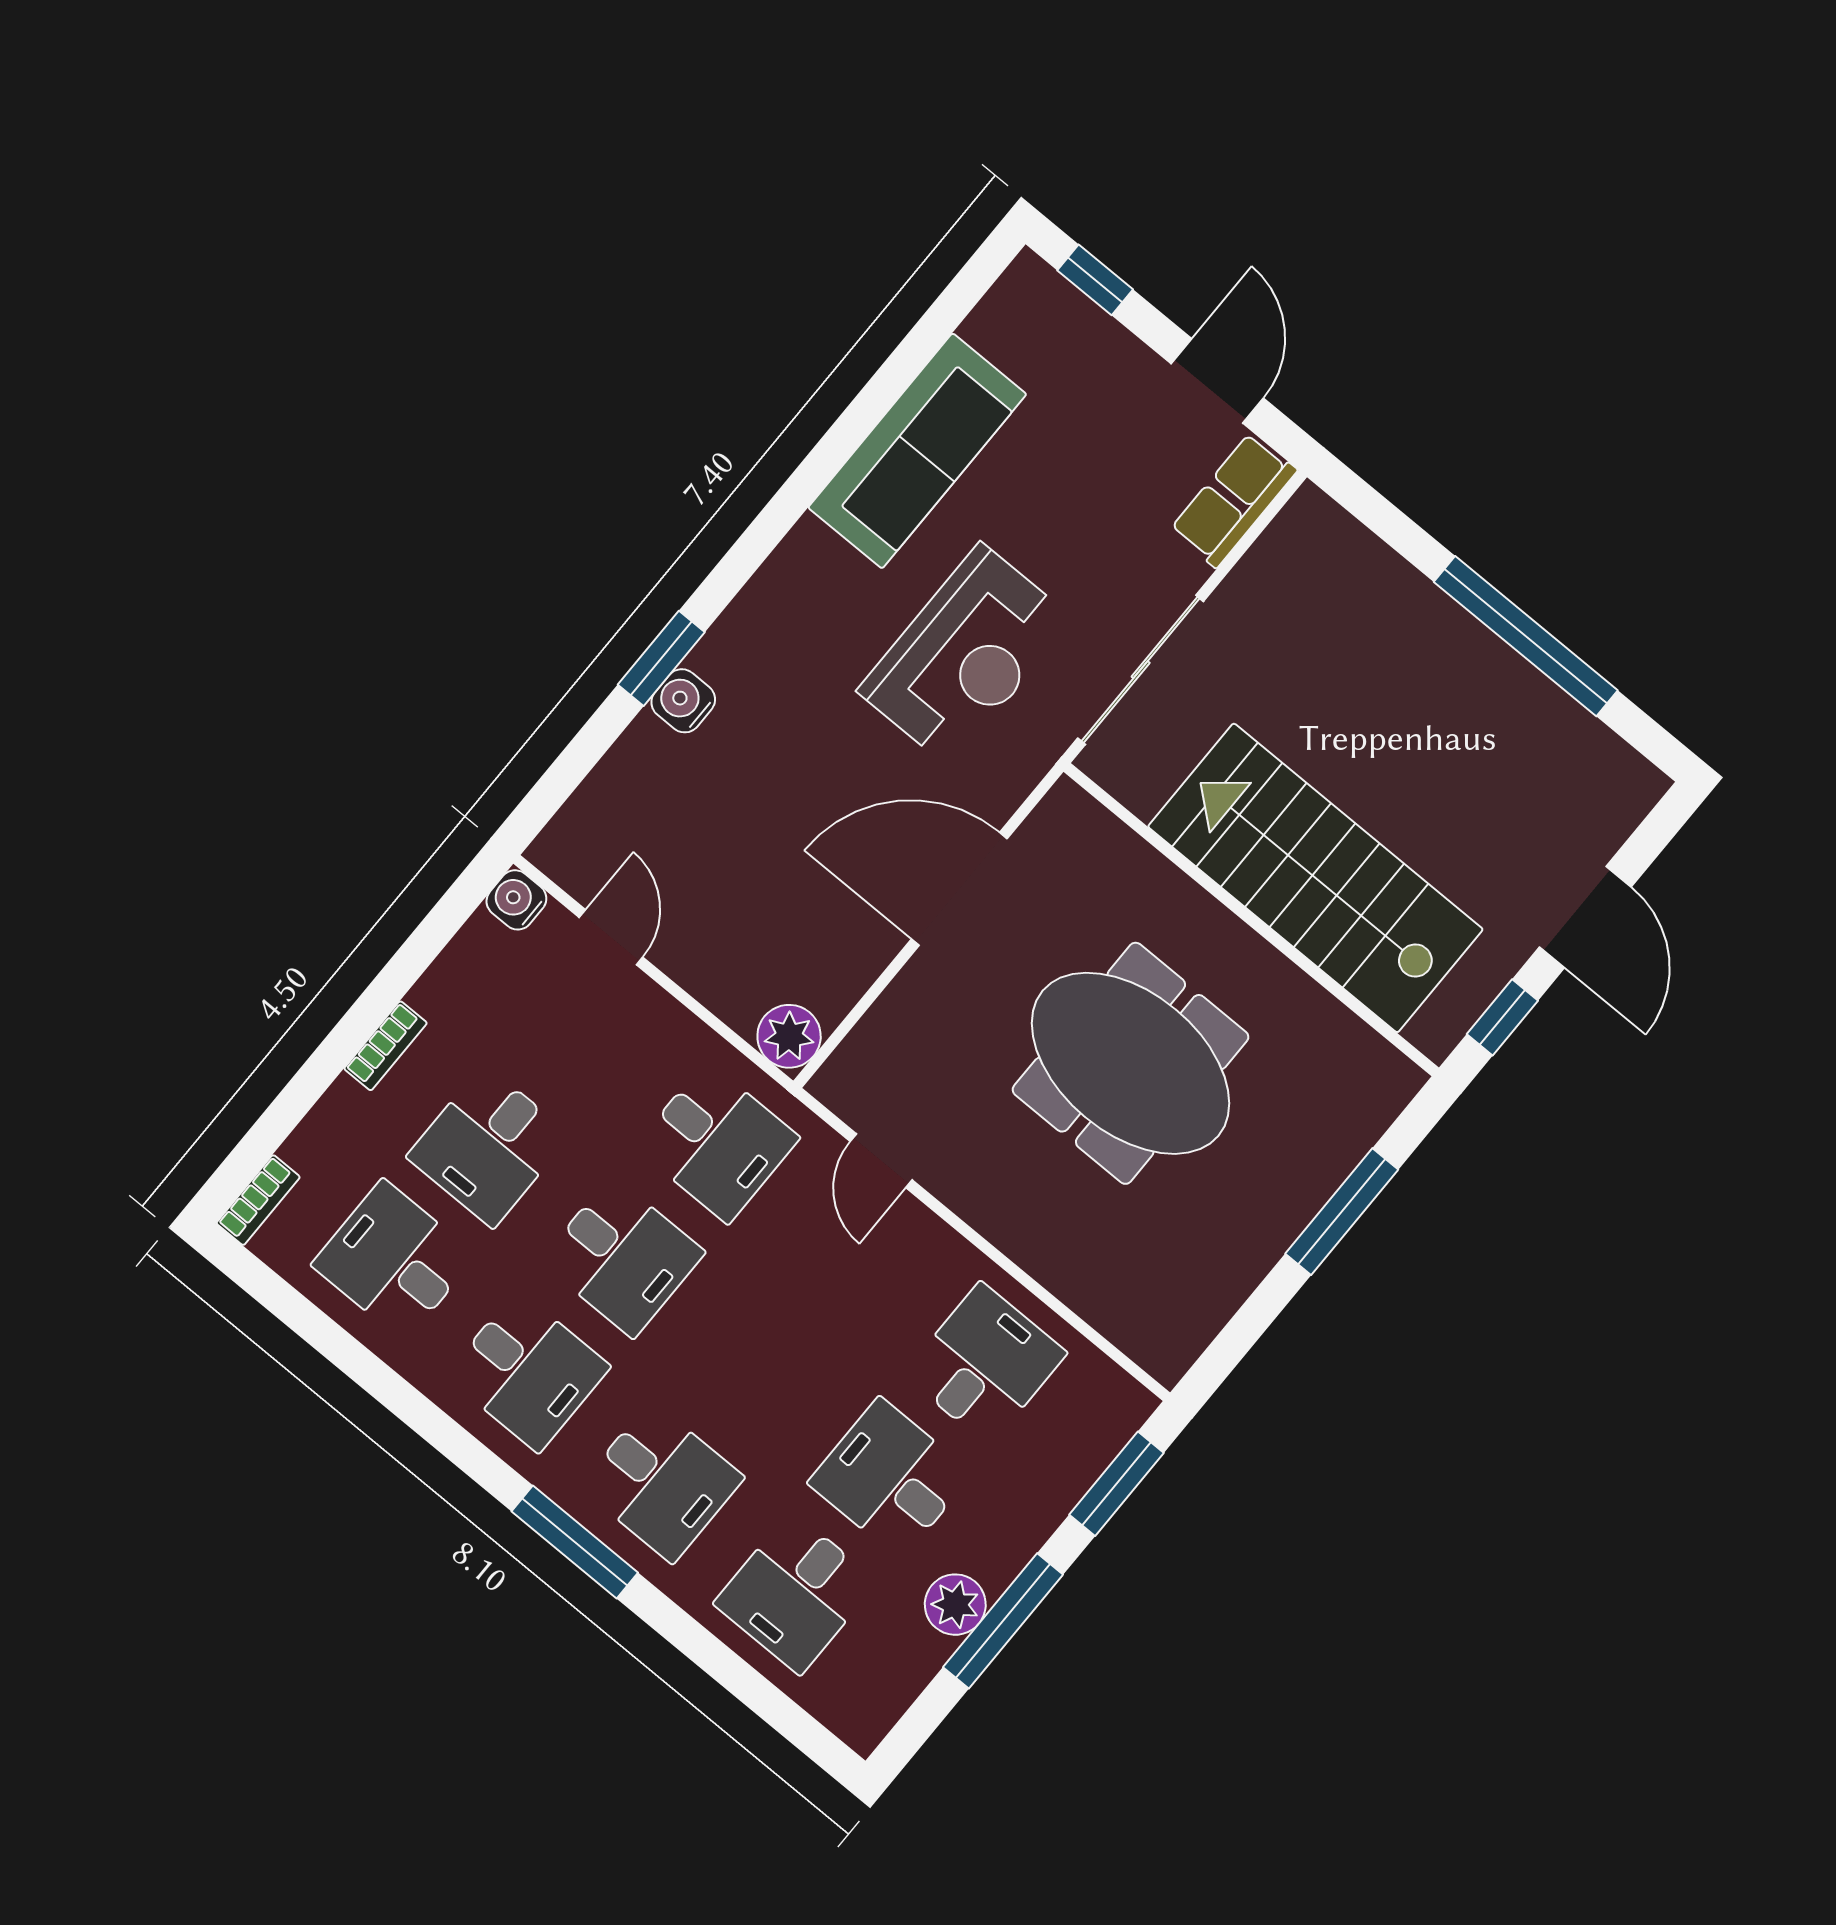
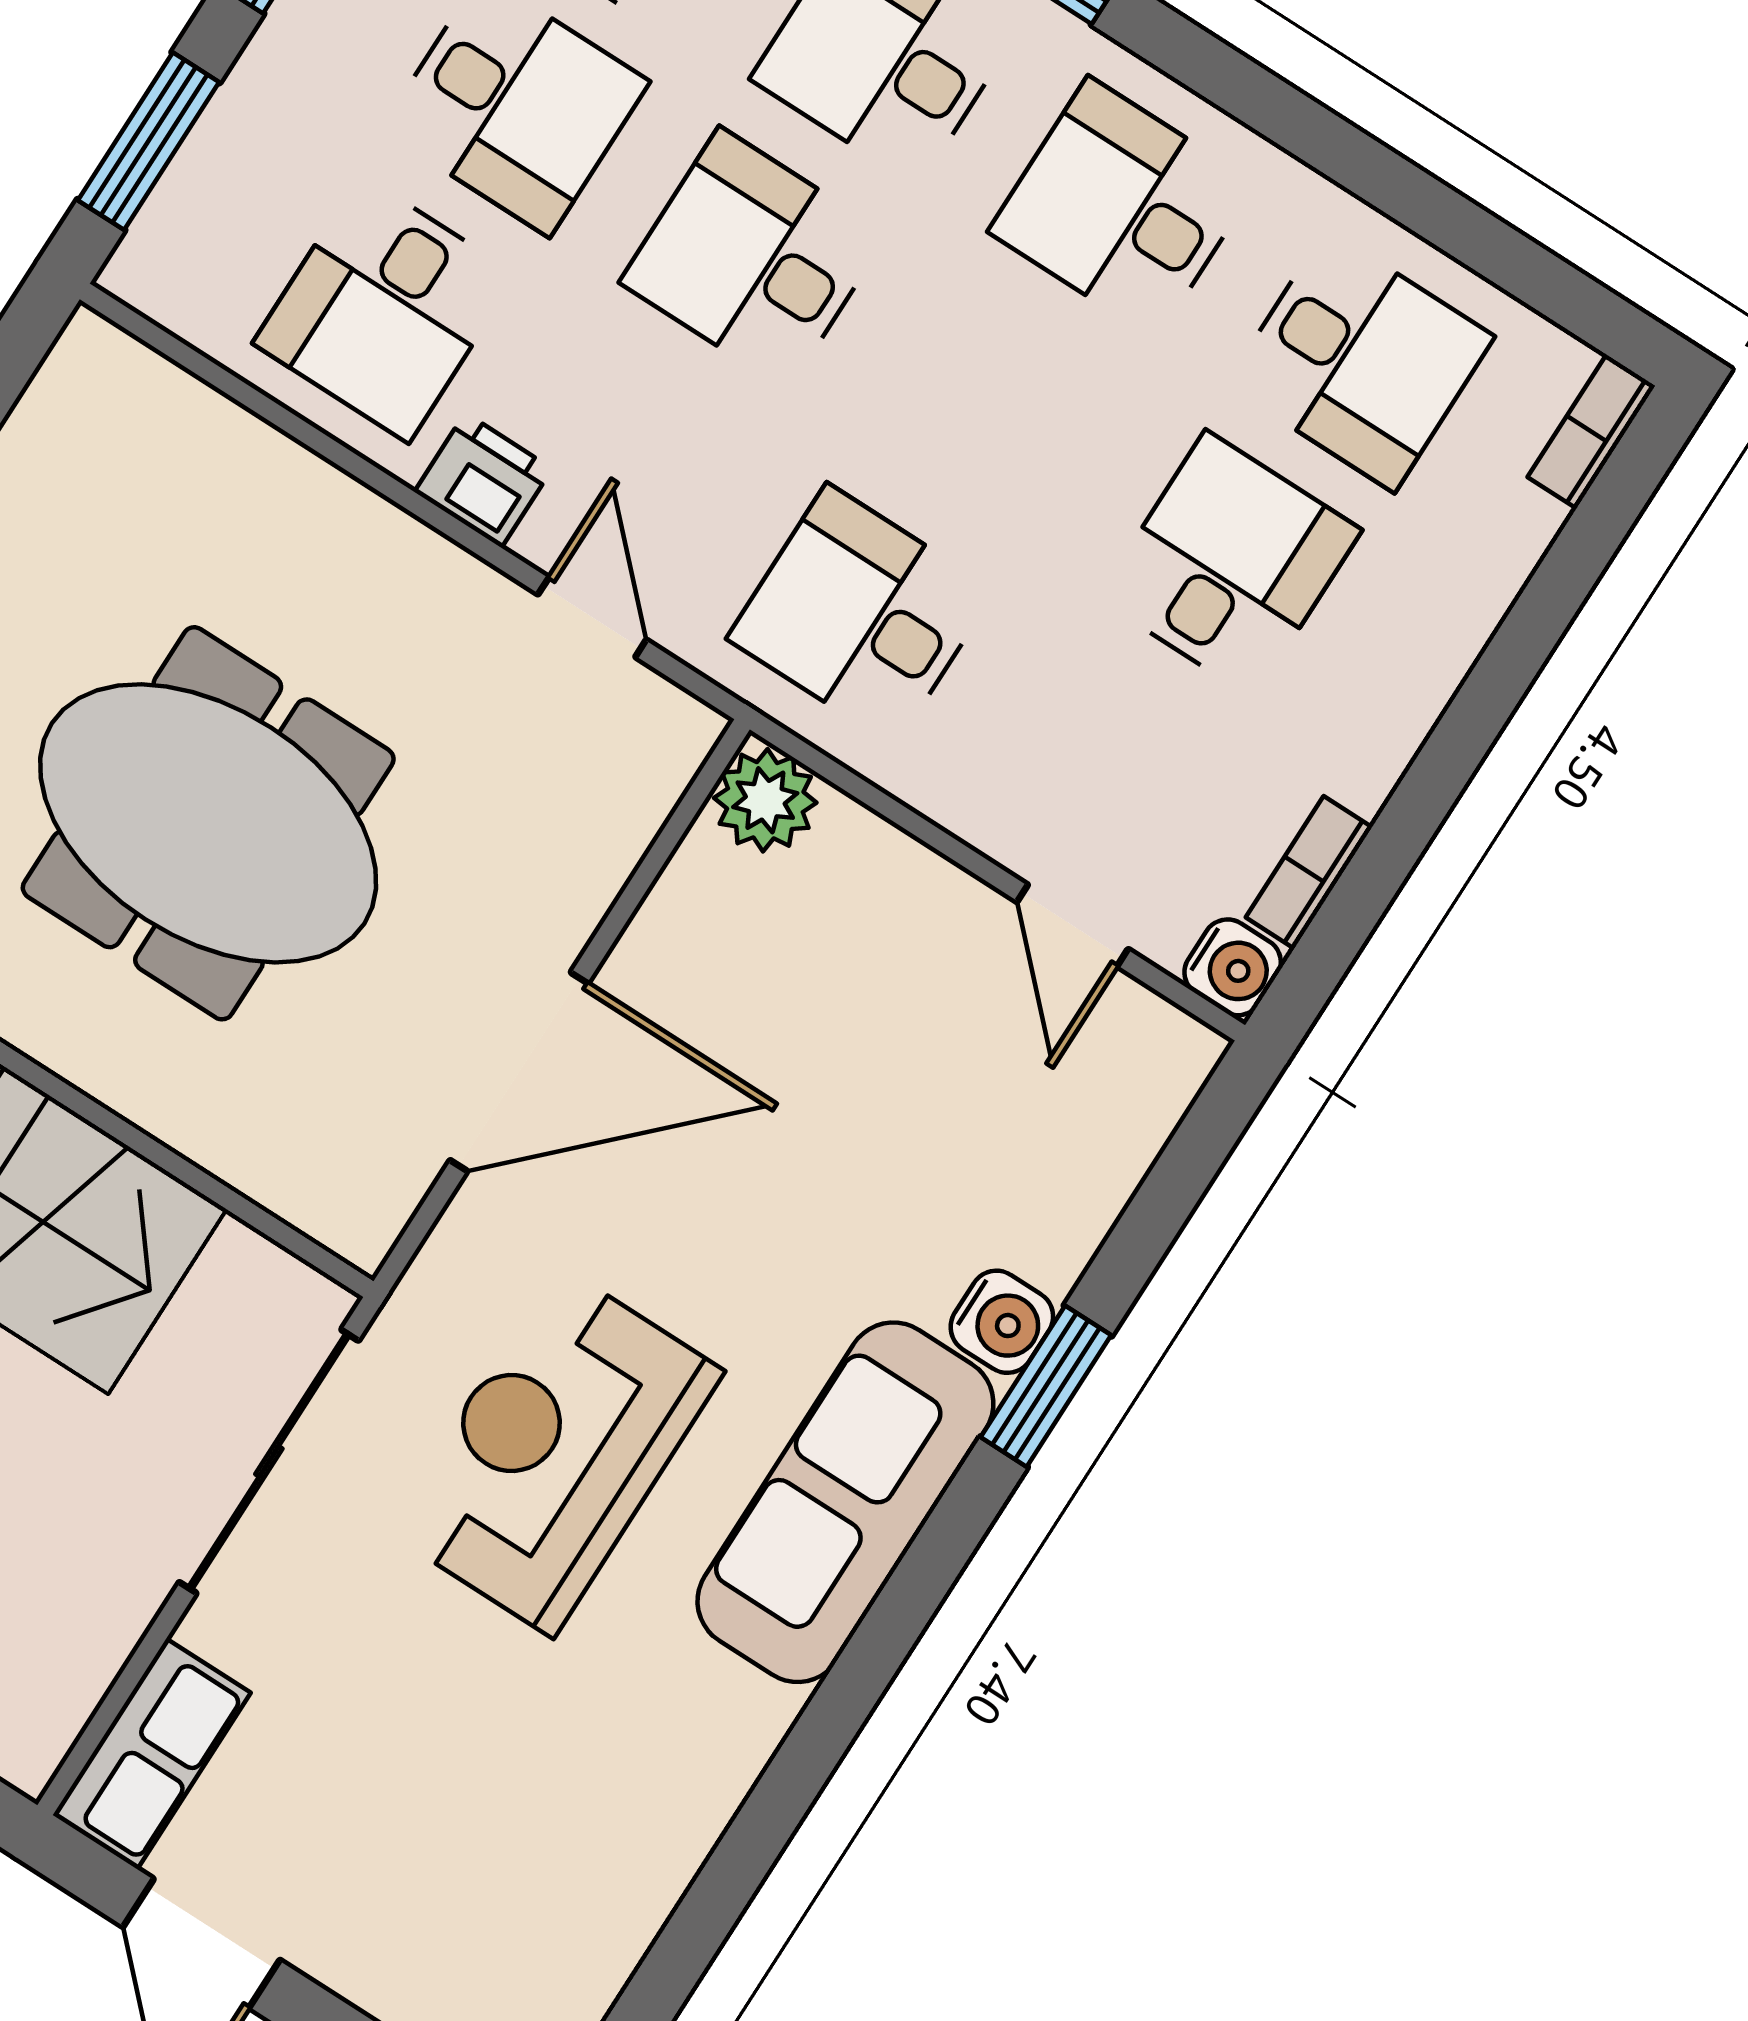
sofa: (917, 451) -> (845, 1502), moved
bookcase: (386, 1046) -> (1309, 872), moved
printer: (937, 1252) -> (483, 480), added
desk: (622, 1257) -> (753, 258), moved

